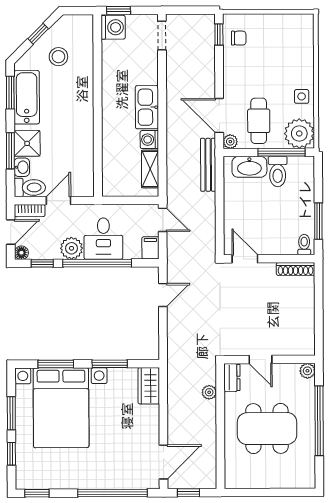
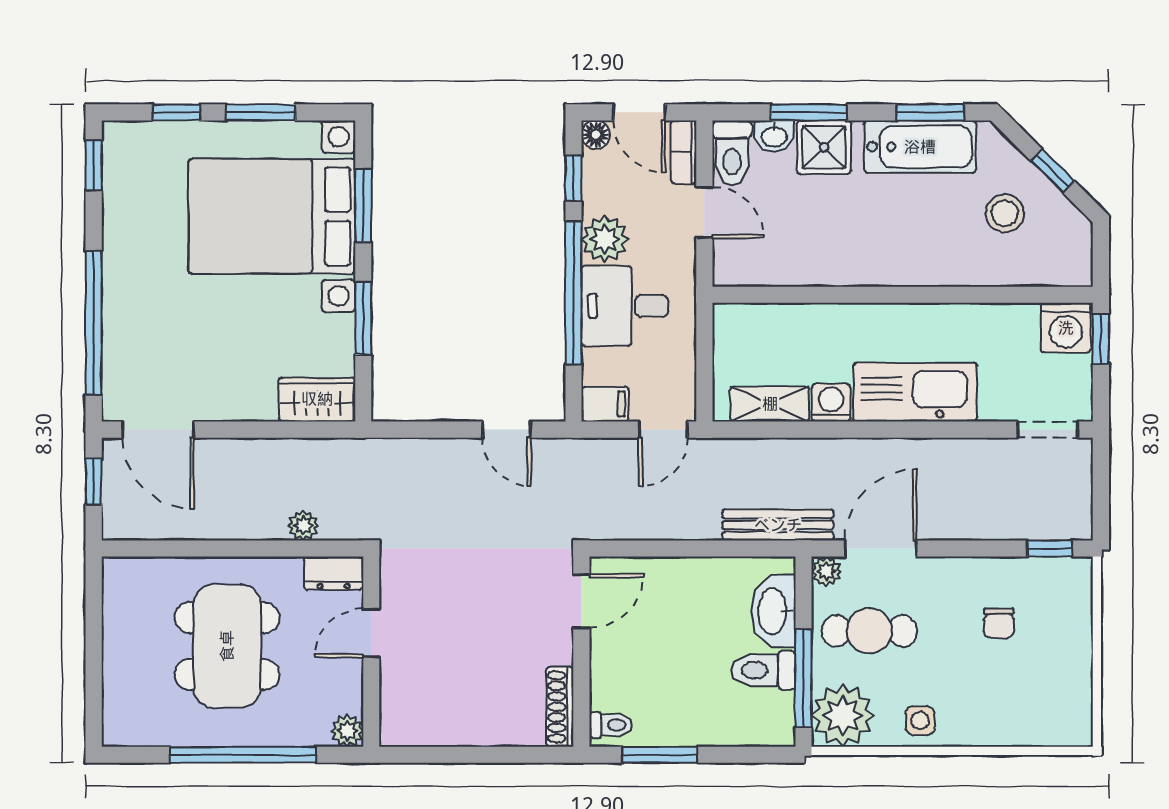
chair: (239, 38) -> (999, 623), moved
kitchen sink: (147, 107) -> (915, 392), width x1.36, depth x1.24

